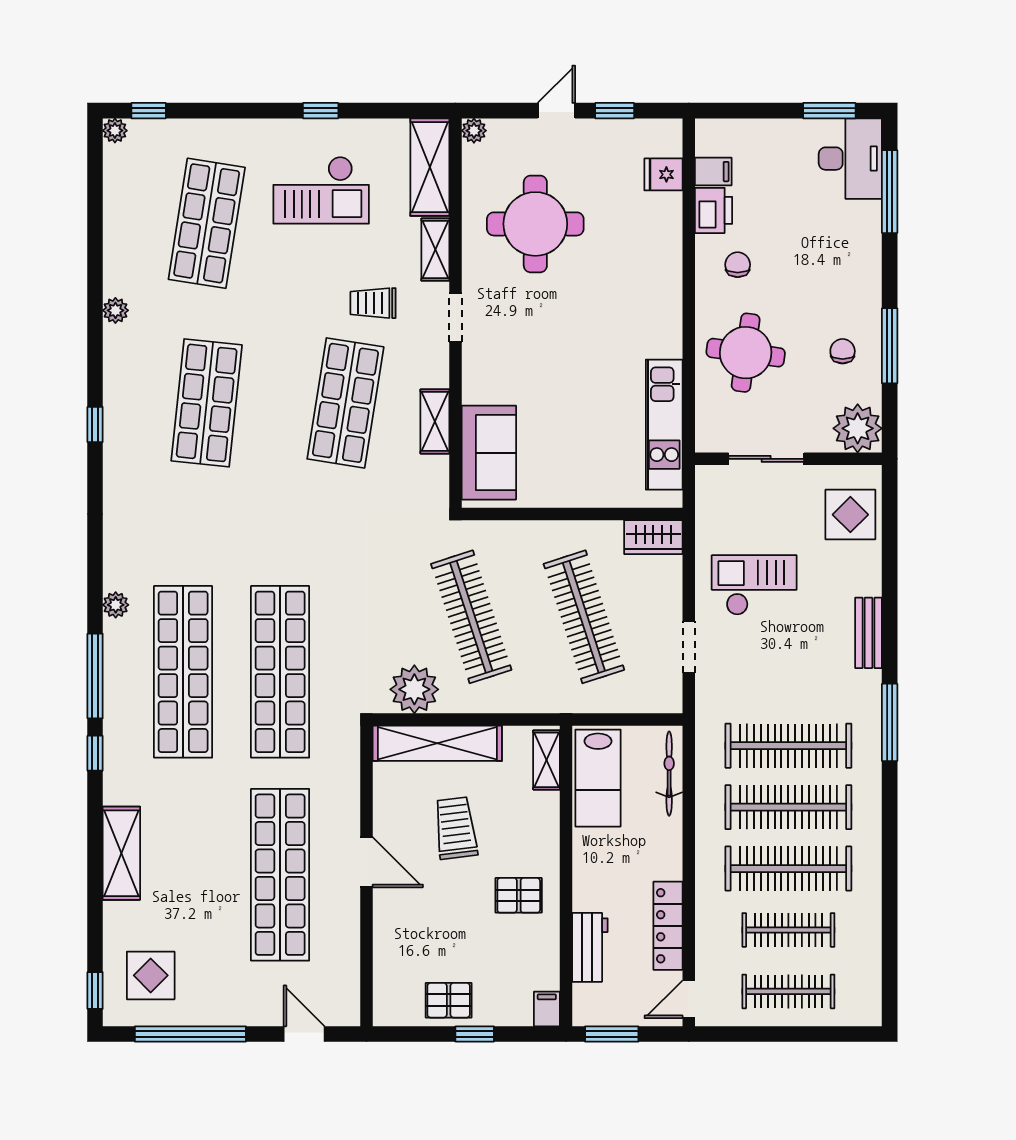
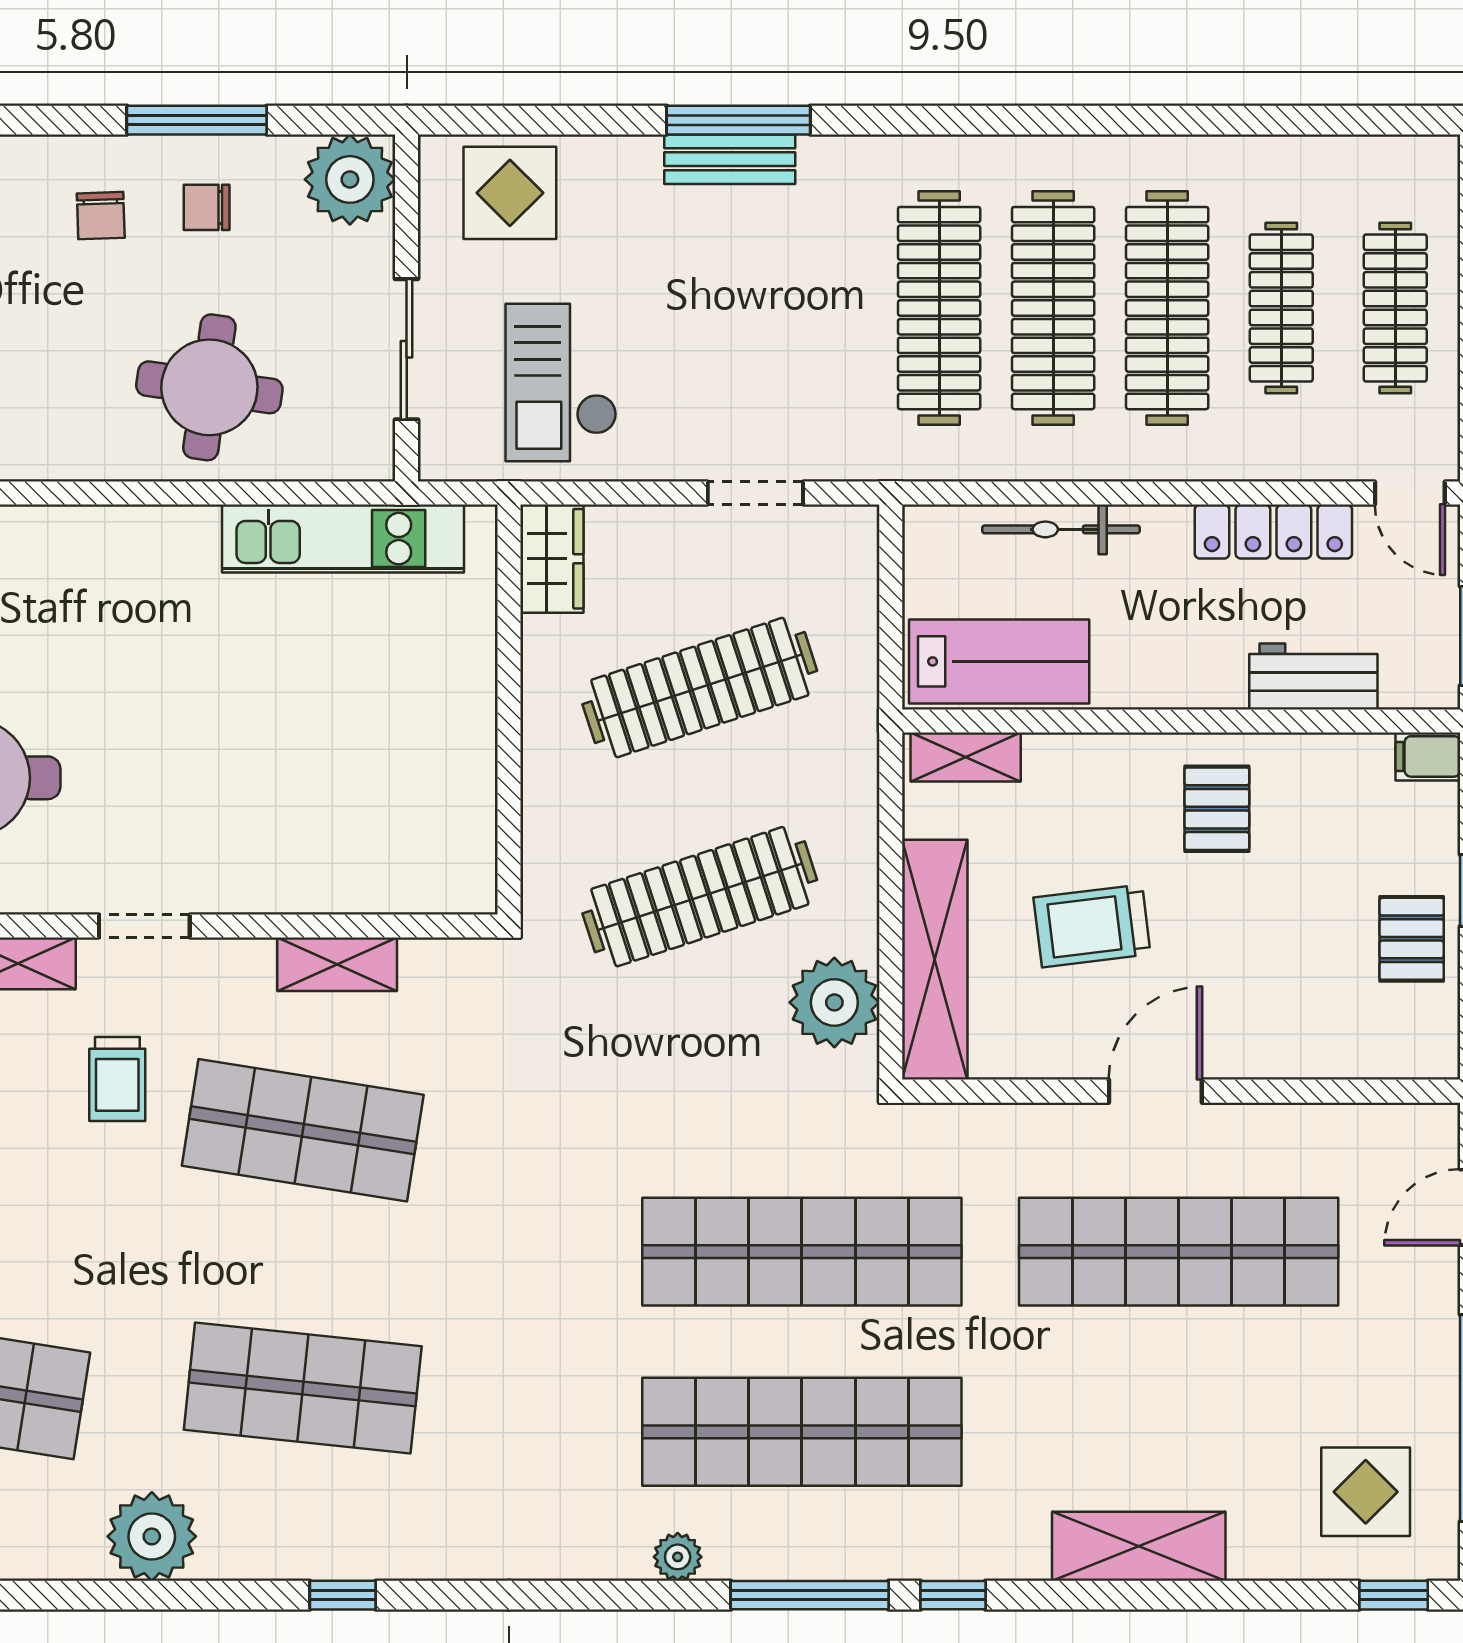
chair: (738, 265) -> (101, 216), moved, turned -92
plant: (115, 310) -> (152, 1536), width x1.88, depth x1.88
sofa: (489, 453) -> (395, 864), removed
checkout: (754, 585) -> (561, 383), moved
window: (890, 722) -> (738, 120), moved
bicycle: (669, 774) -> (1061, 529), moved

